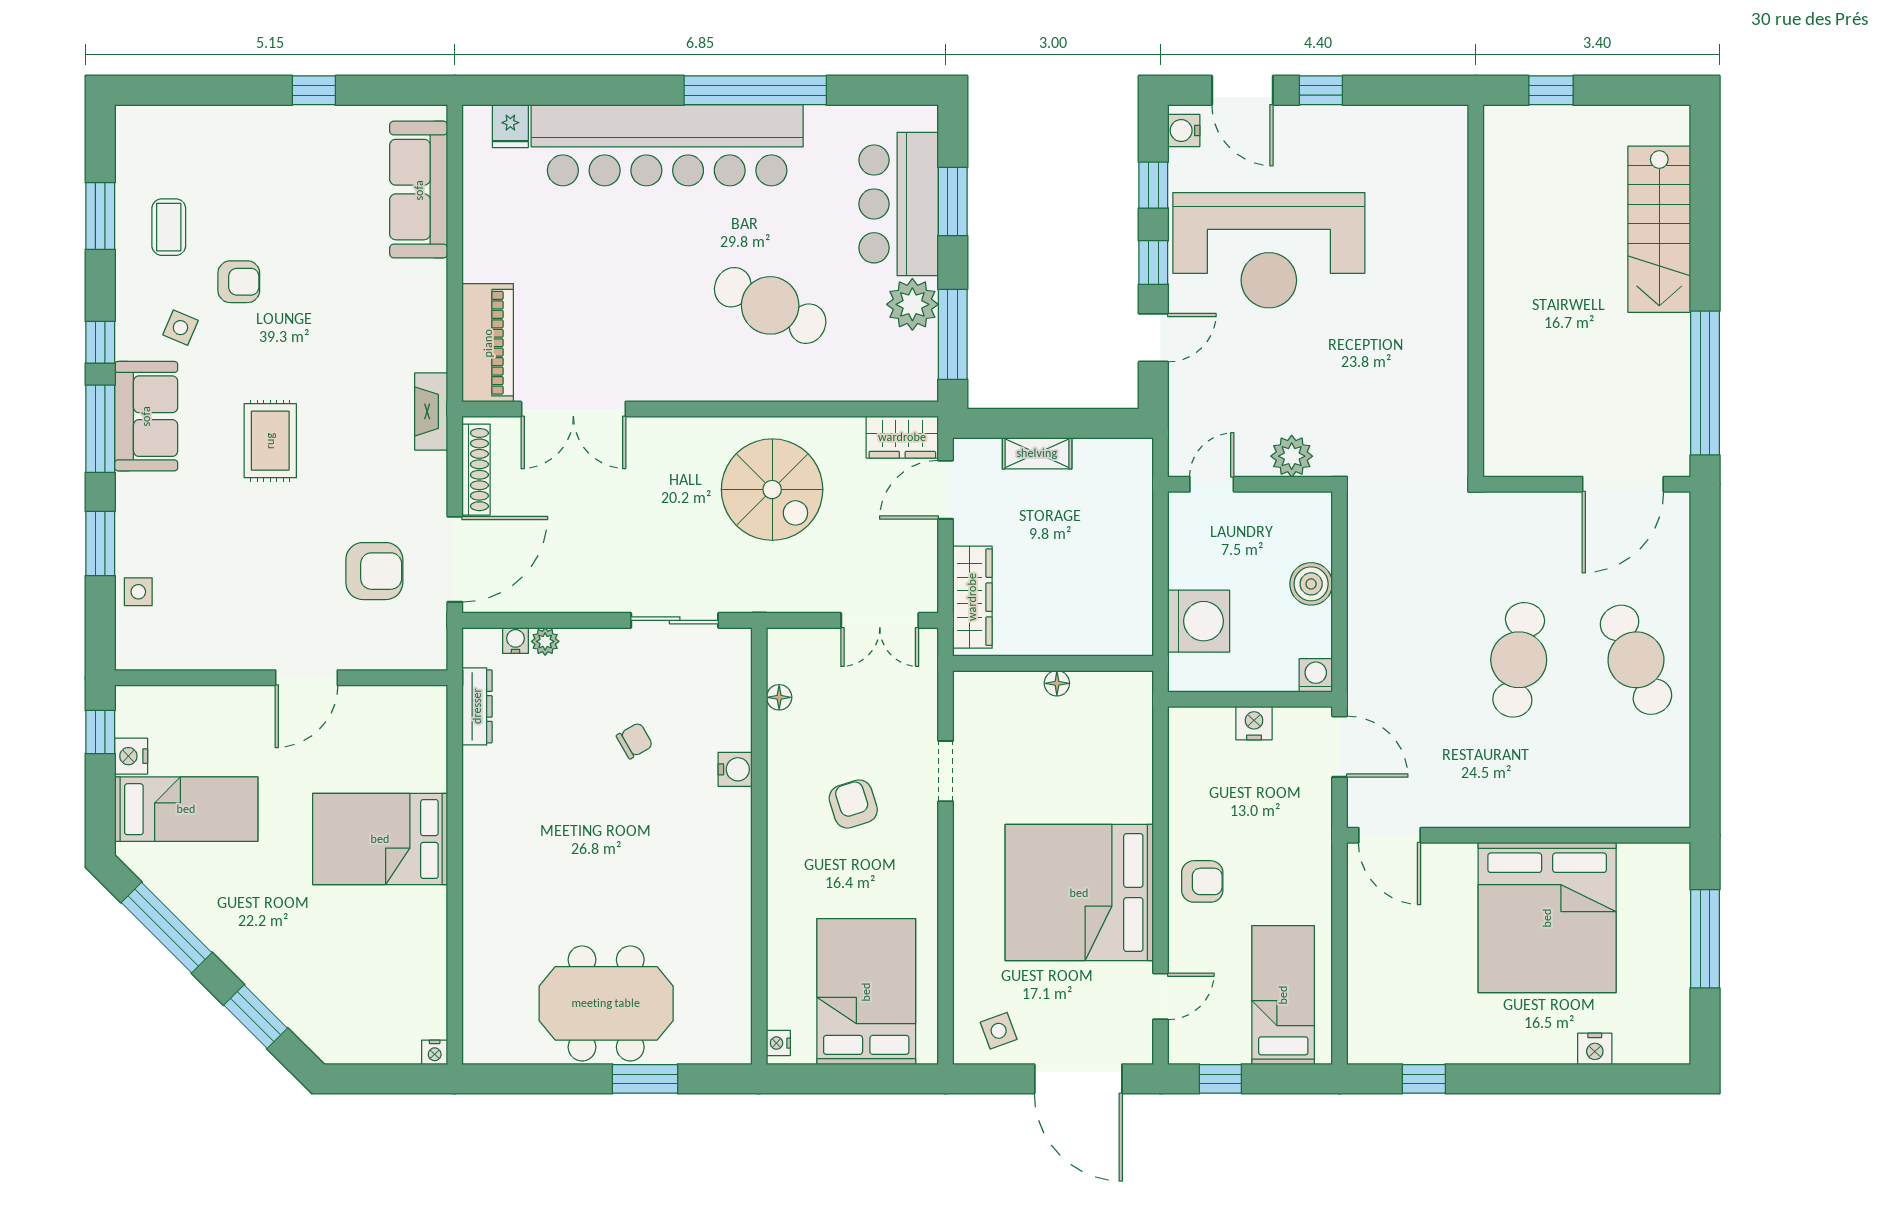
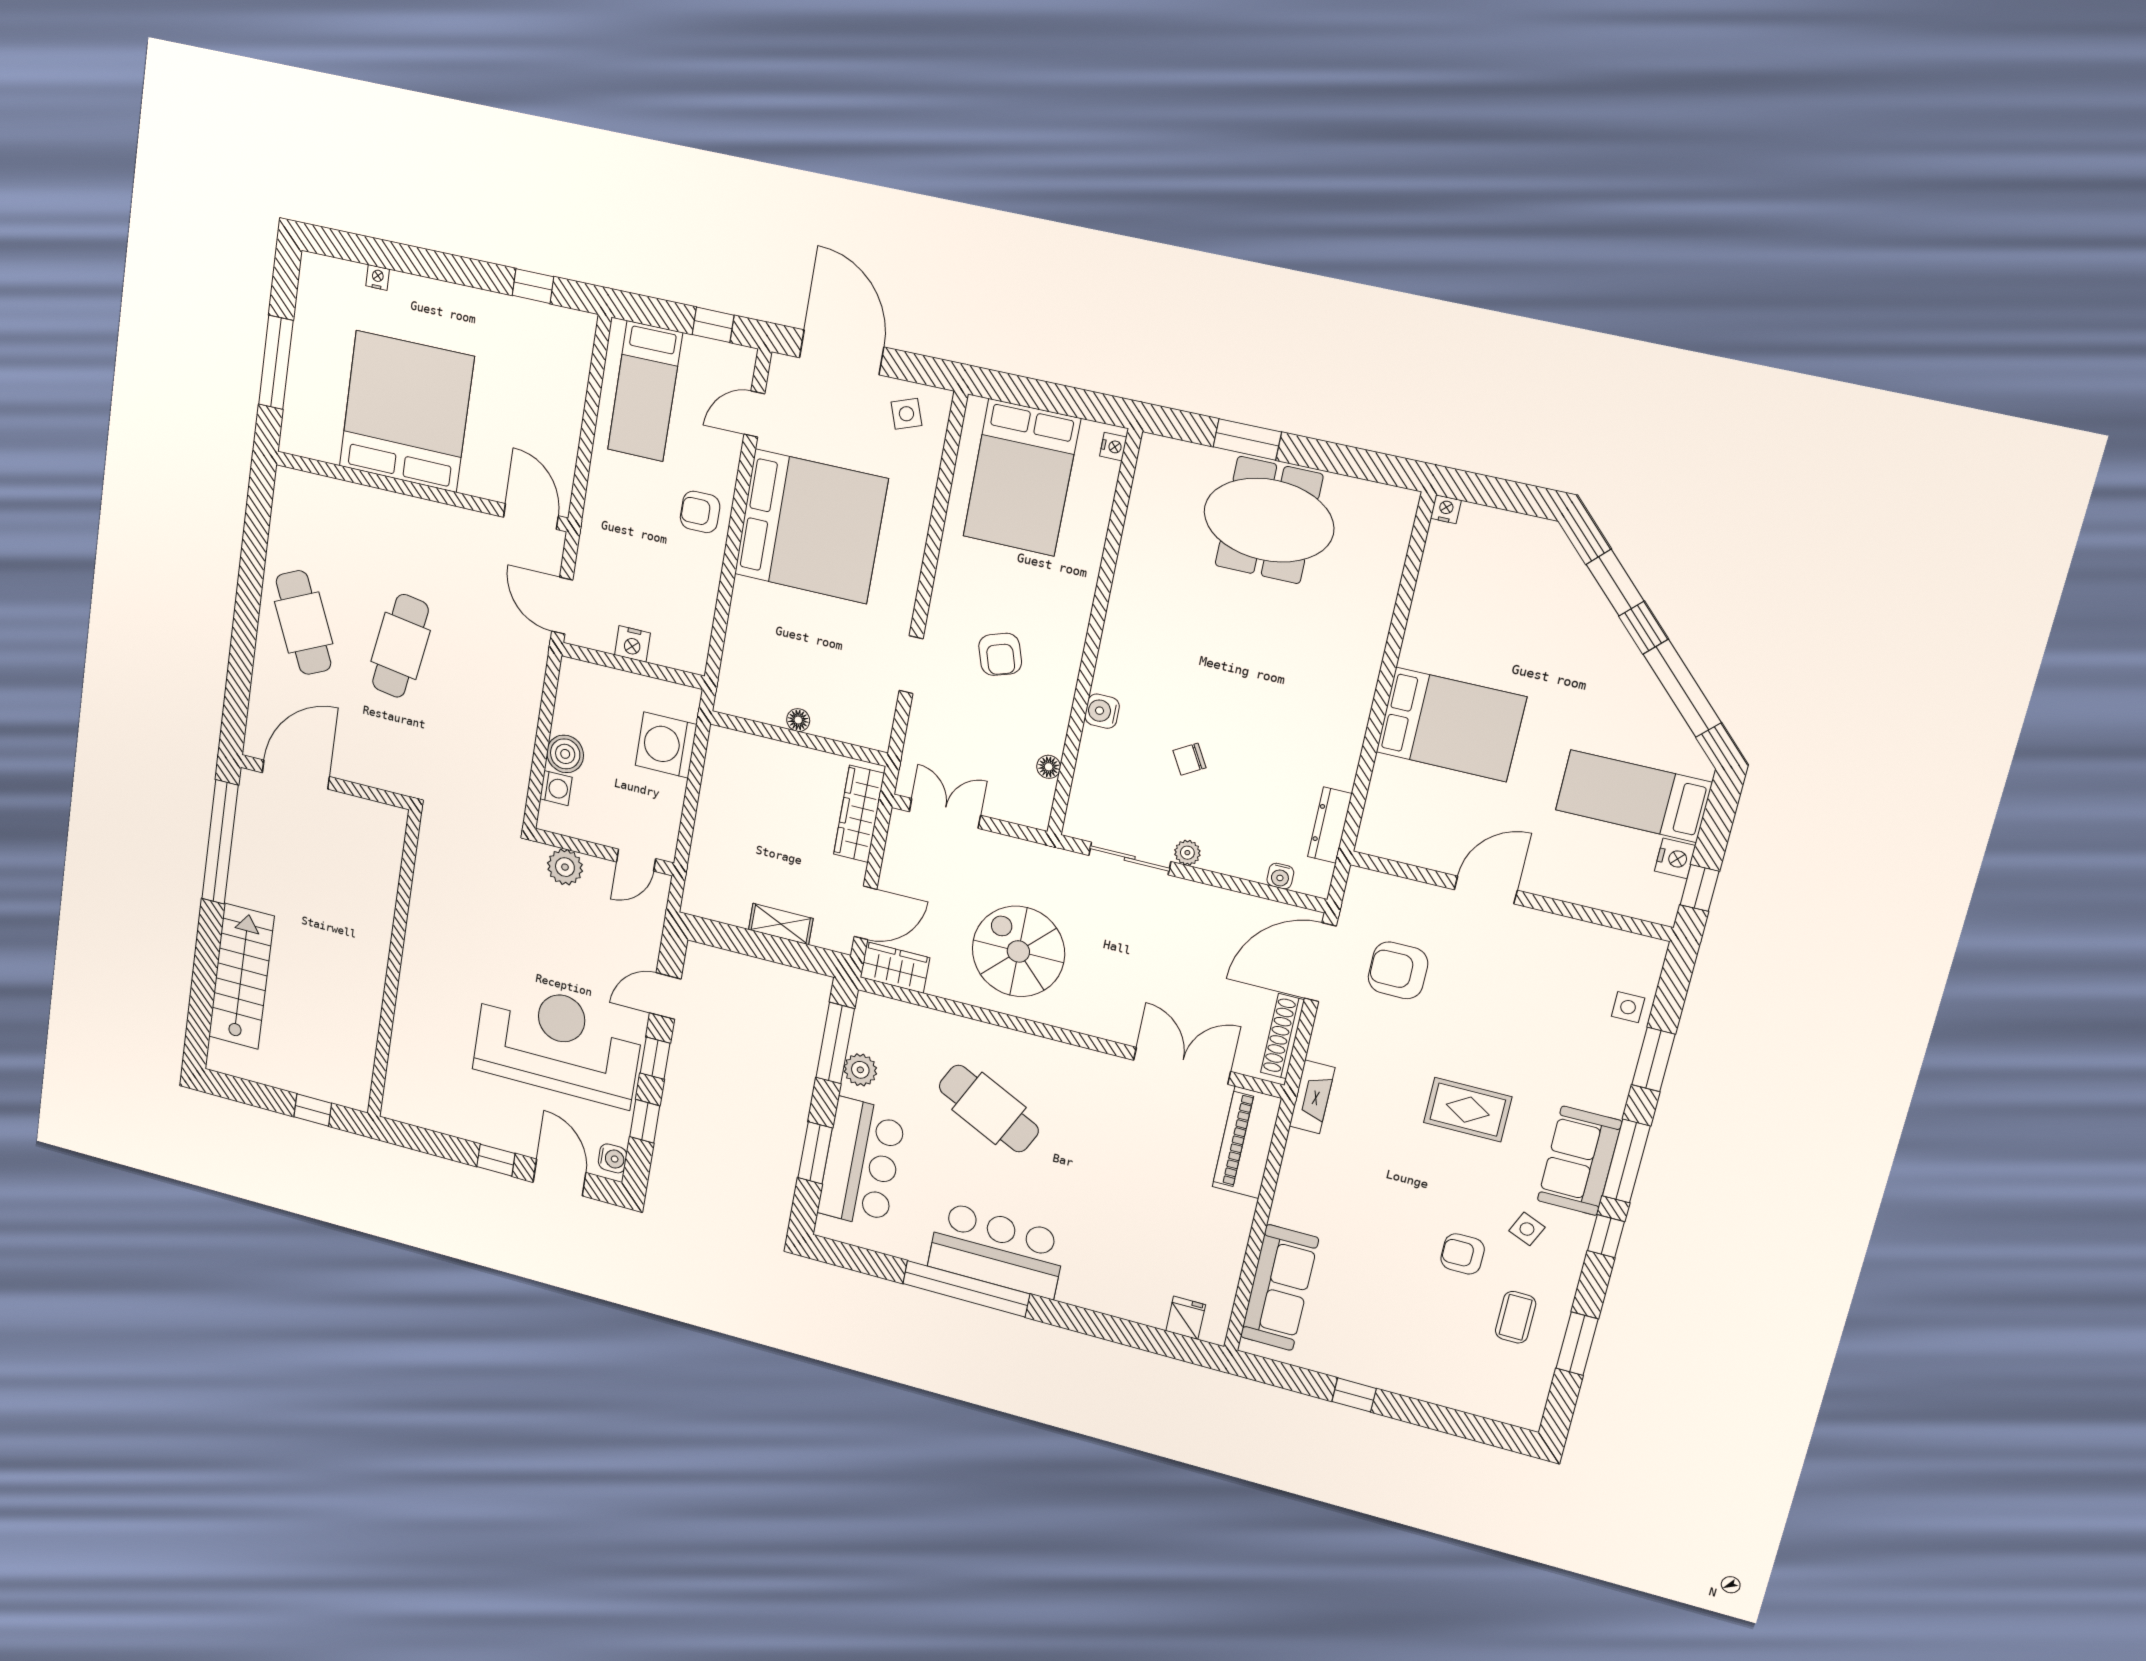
bar counter: (667, 145) -> (997, 1250), width x0.54
plant: (912, 304) -> (860, 1070), width x0.73, depth x0.73
rug: (270, 441) -> (1468, 1110), turned 90
plant: (545, 641) -> (1187, 853), moved
washing machine: (1316, 675) -> (556, 788), moved, turned -90
nightstand: (1595, 1049) -> (378, 278), width x0.72, depth x0.74

